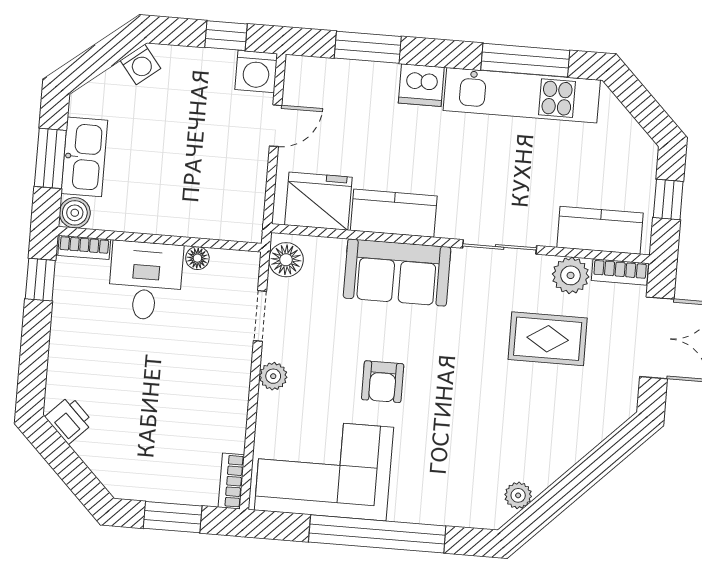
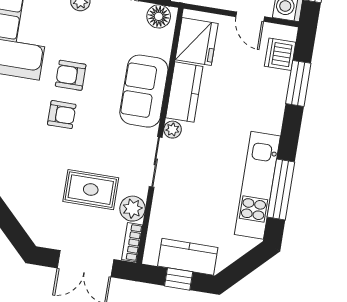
dishwasher: (421, 85) -> (280, 54), moved
plant: (450, 226) -> (173, 130), added
kitchen counter: (600, 230) -> (188, 257), moved, turned -90
rug: (548, 339) -> (91, 190), turned 90
armchair: (441, 390) -> (62, 115), added

